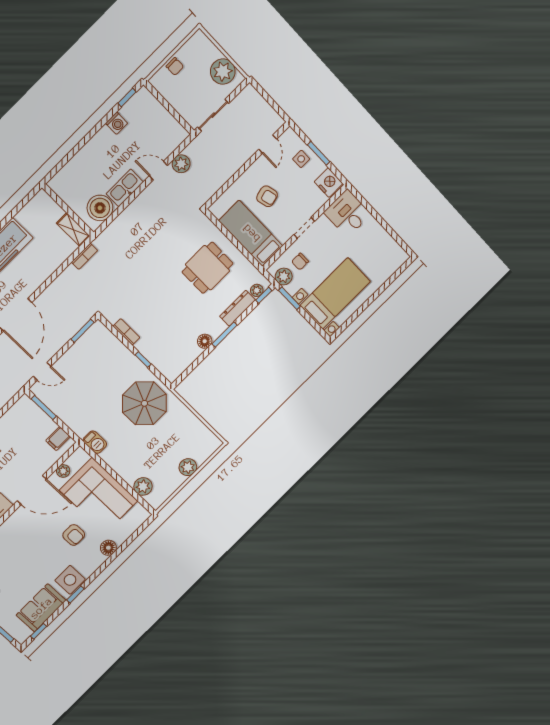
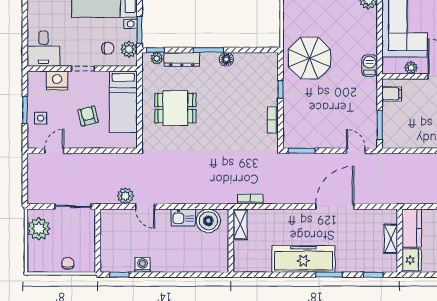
nightstand: (329, 183) -> (57, 80), moved, turned 90
kitchen sink: (125, 188) -> (183, 217), width x0.73

